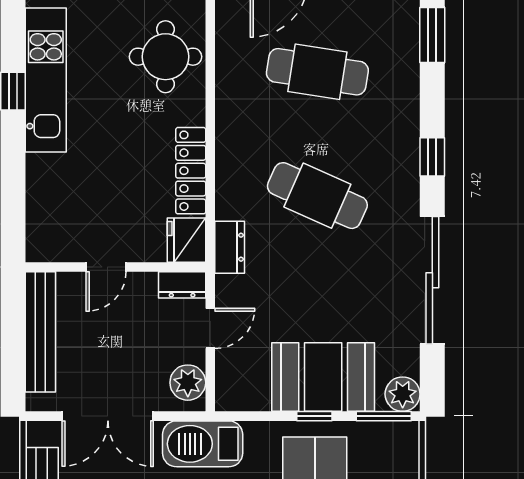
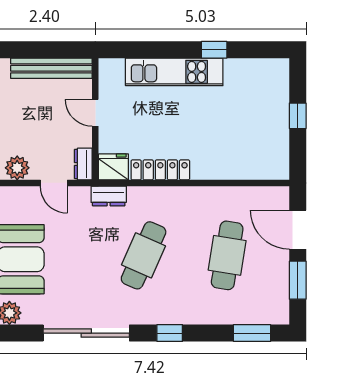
round table: (165, 57) -> (237, 153), removed
kitchen unit: (46, 80) -> (174, 72), moved

